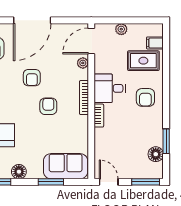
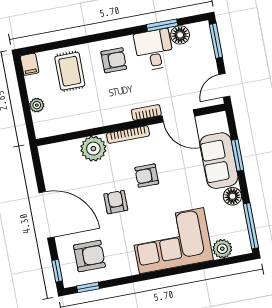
door: (91, 41) -> (178, 116), moved
filing cabinet: (155, 43) -> (30, 64), moved
plant: (83, 63) -> (93, 149), width x1.87, depth x1.87
armchair: (32, 78) -> (116, 202), turned -90
desk: (110, 88) -> (154, 50), moved, turned 180
sofa: (66, 166) -> (219, 161), moved

